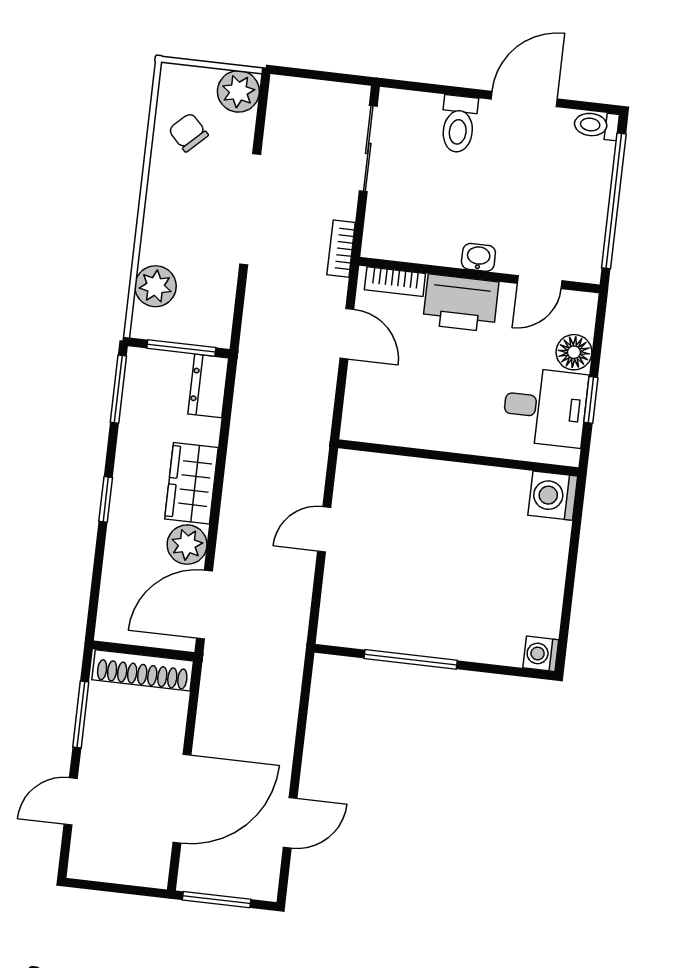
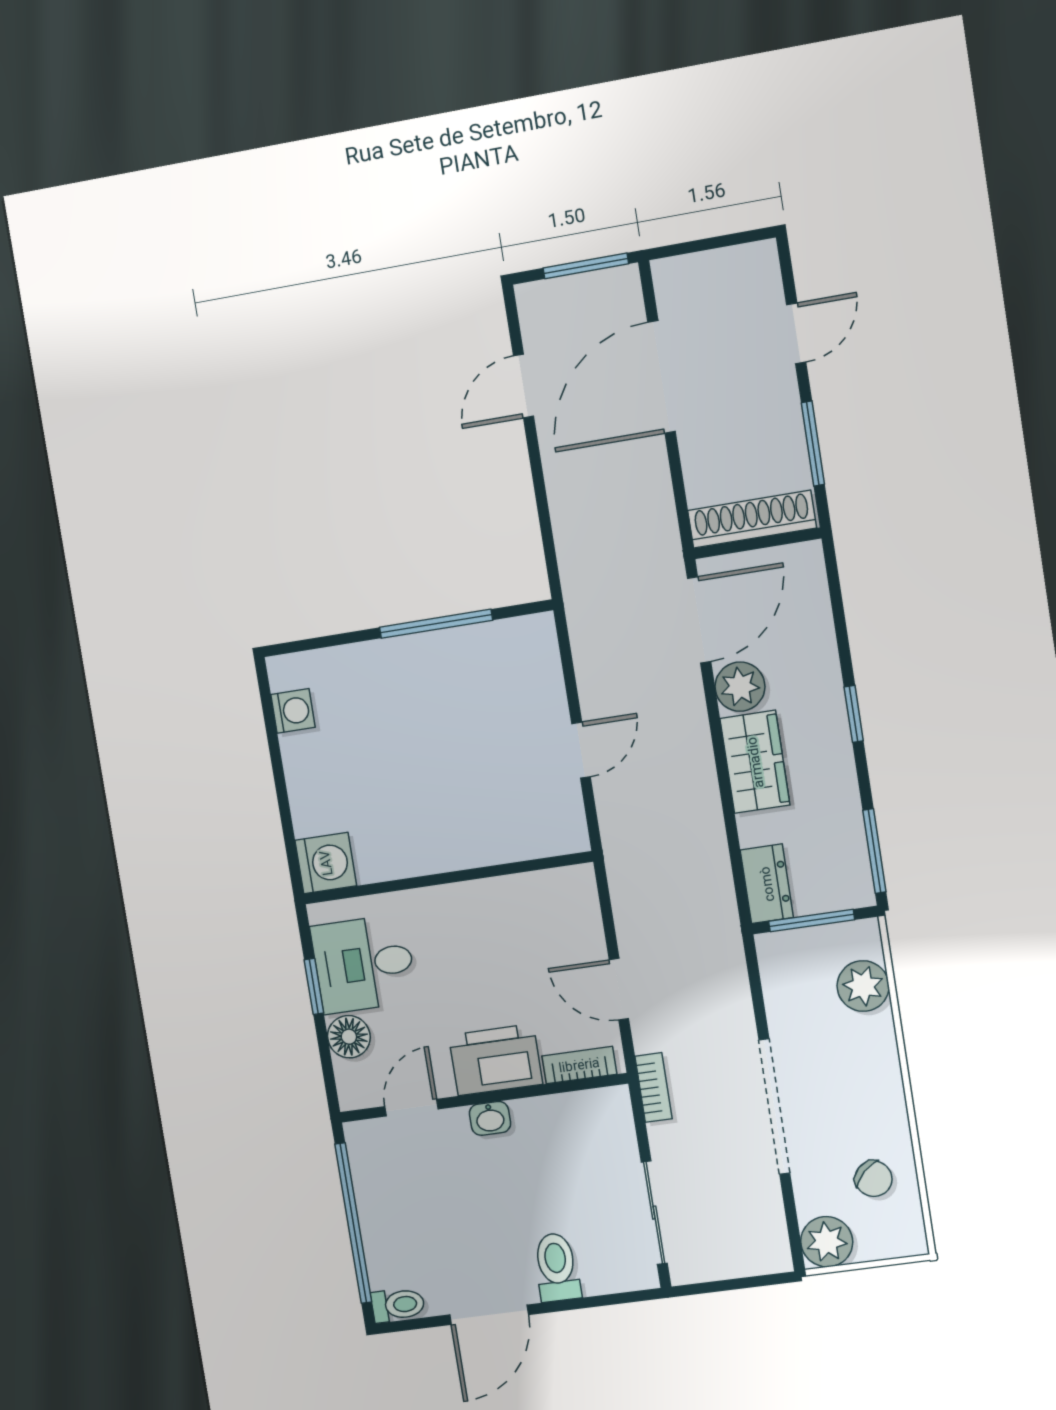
washing machine: (541, 654) -> (293, 711), moved

